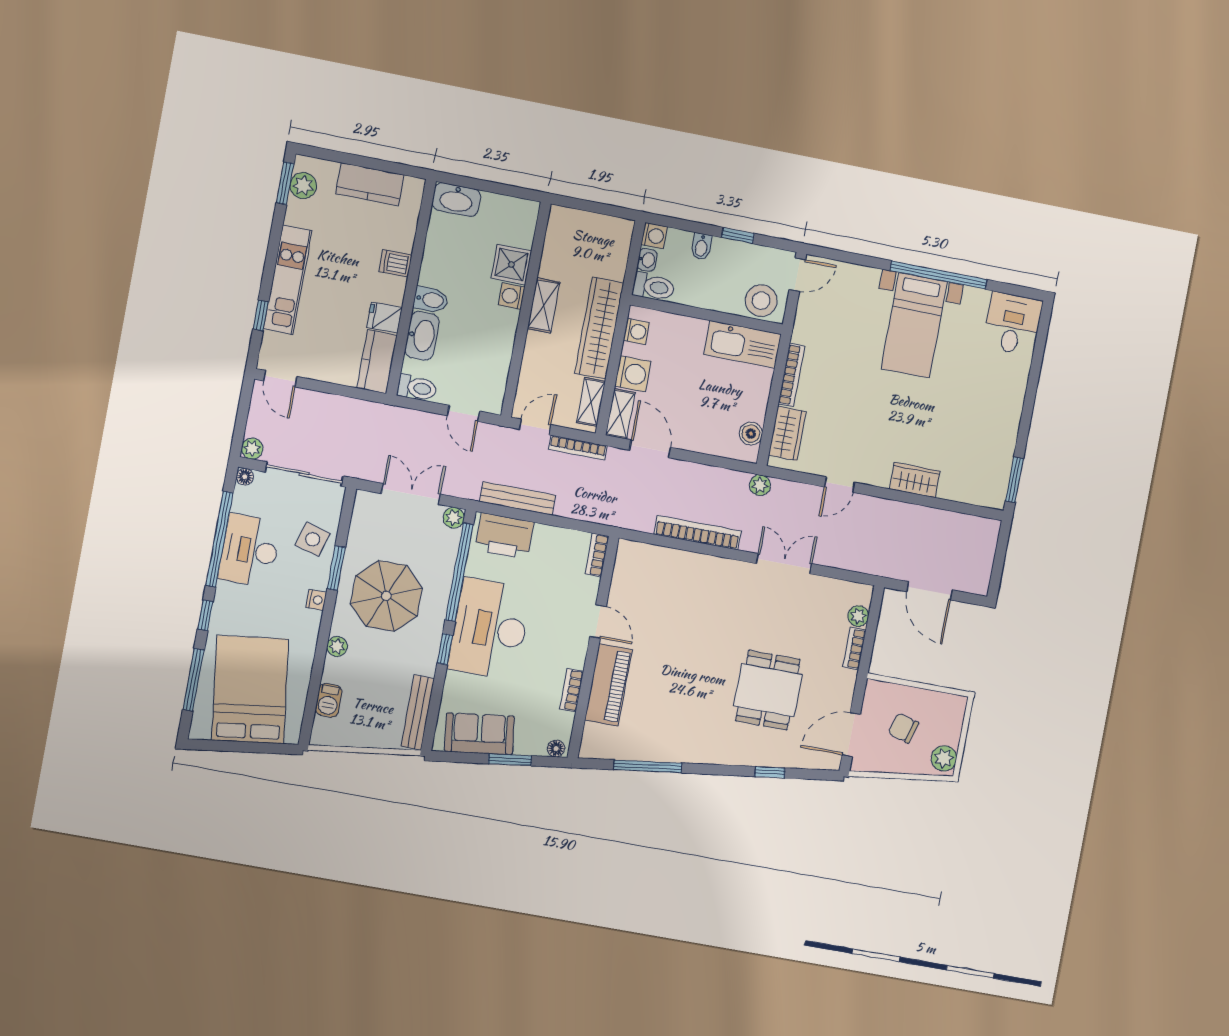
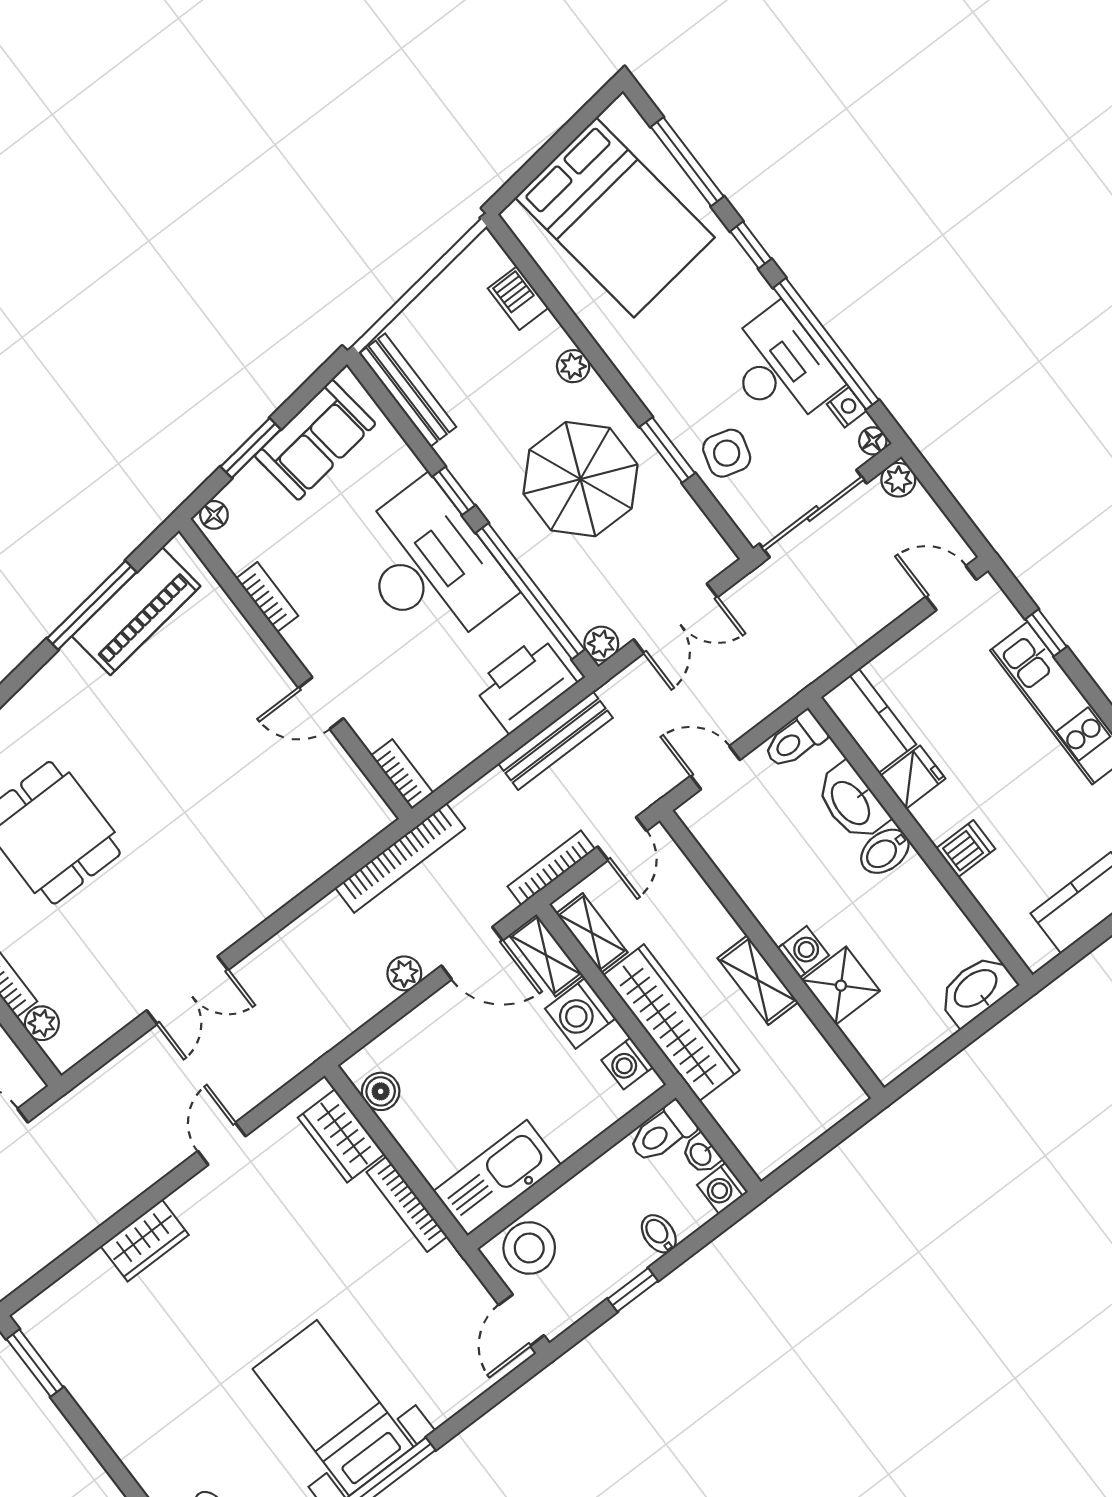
plant: (760, 485) -> (404, 973), moved
bookcase: (698, 533) -> (400, 858), moved
nightstand: (316, 600) -> (847, 407), moved, turned 180
piano: (608, 685) -> (136, 611), moved, turned -97

